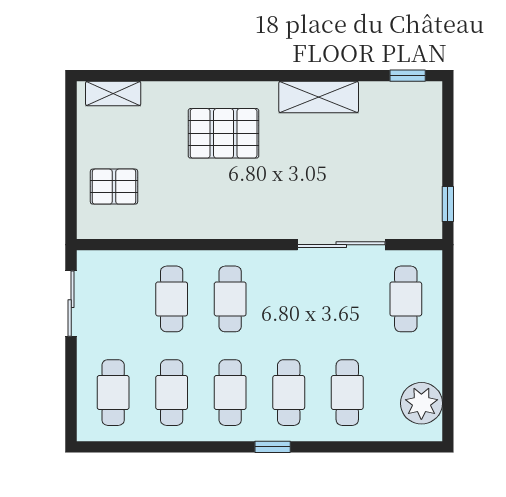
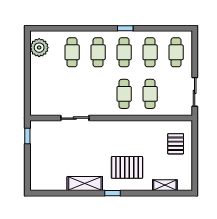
window: (408, 76) -> (112, 193), moved
shelving: (113, 94) -> (165, 185), moved
pallet: (114, 187) -> (176, 144), turned 90
sliding door: (341, 245) -> (75, 118), width x0.73
cafe table: (406, 299) -> (46, 94), removed
window: (273, 447) -> (125, 28), moved

